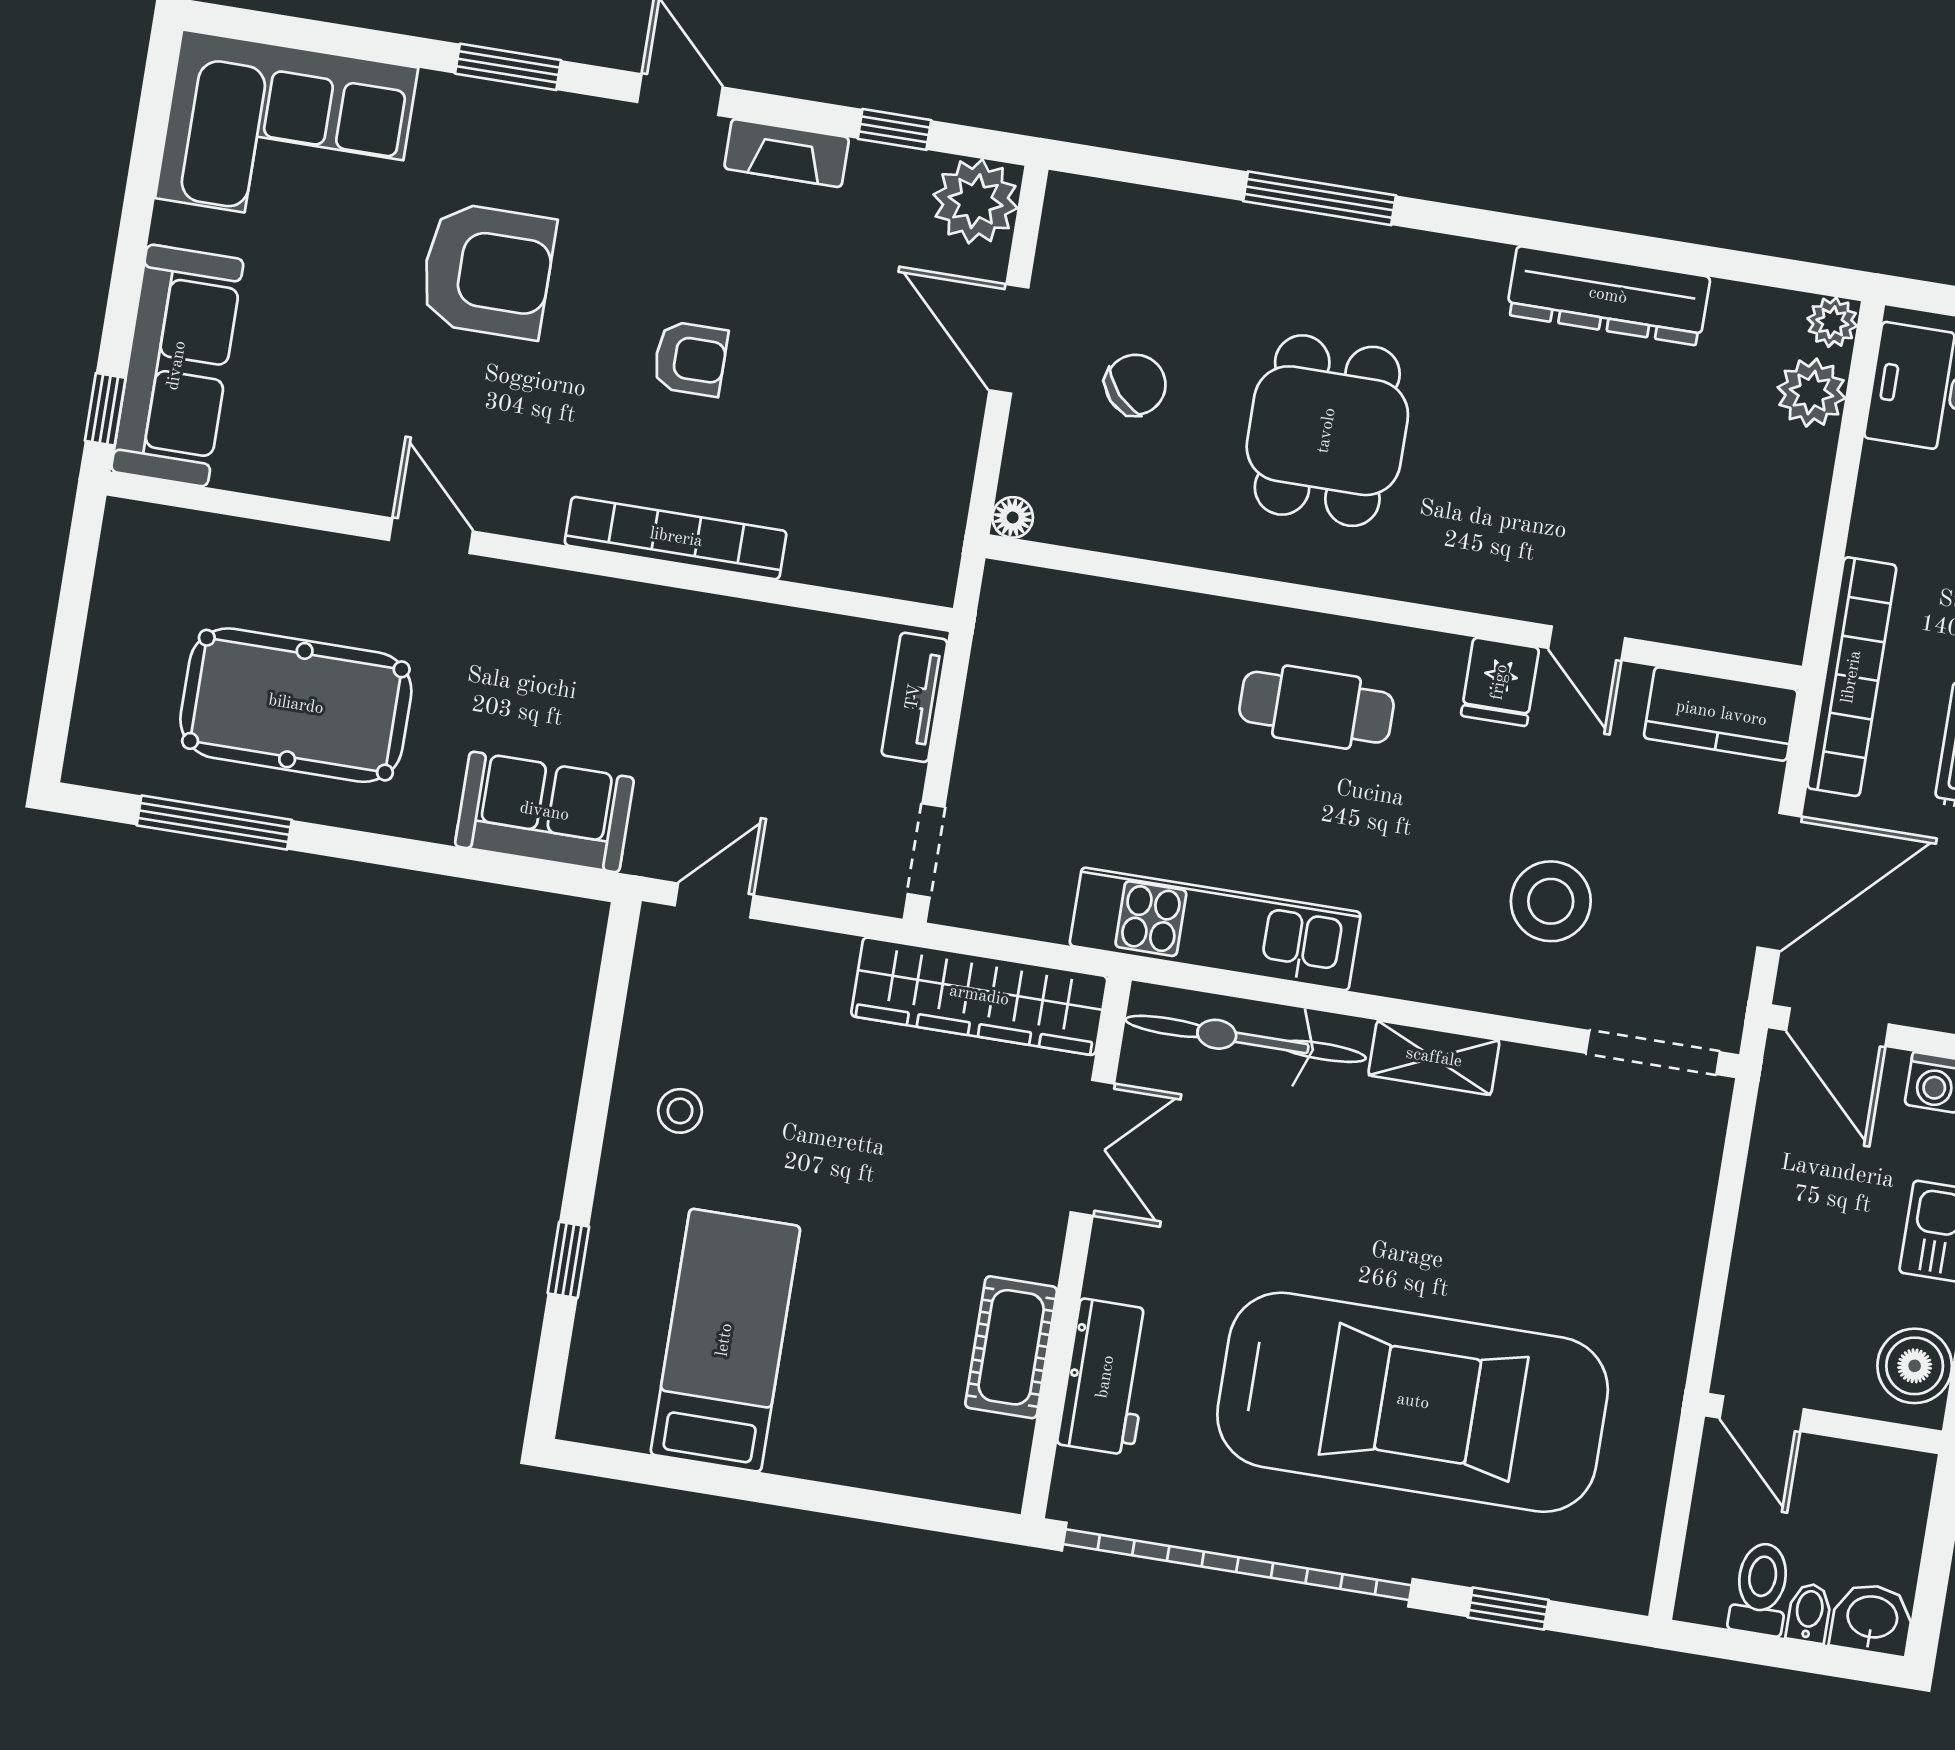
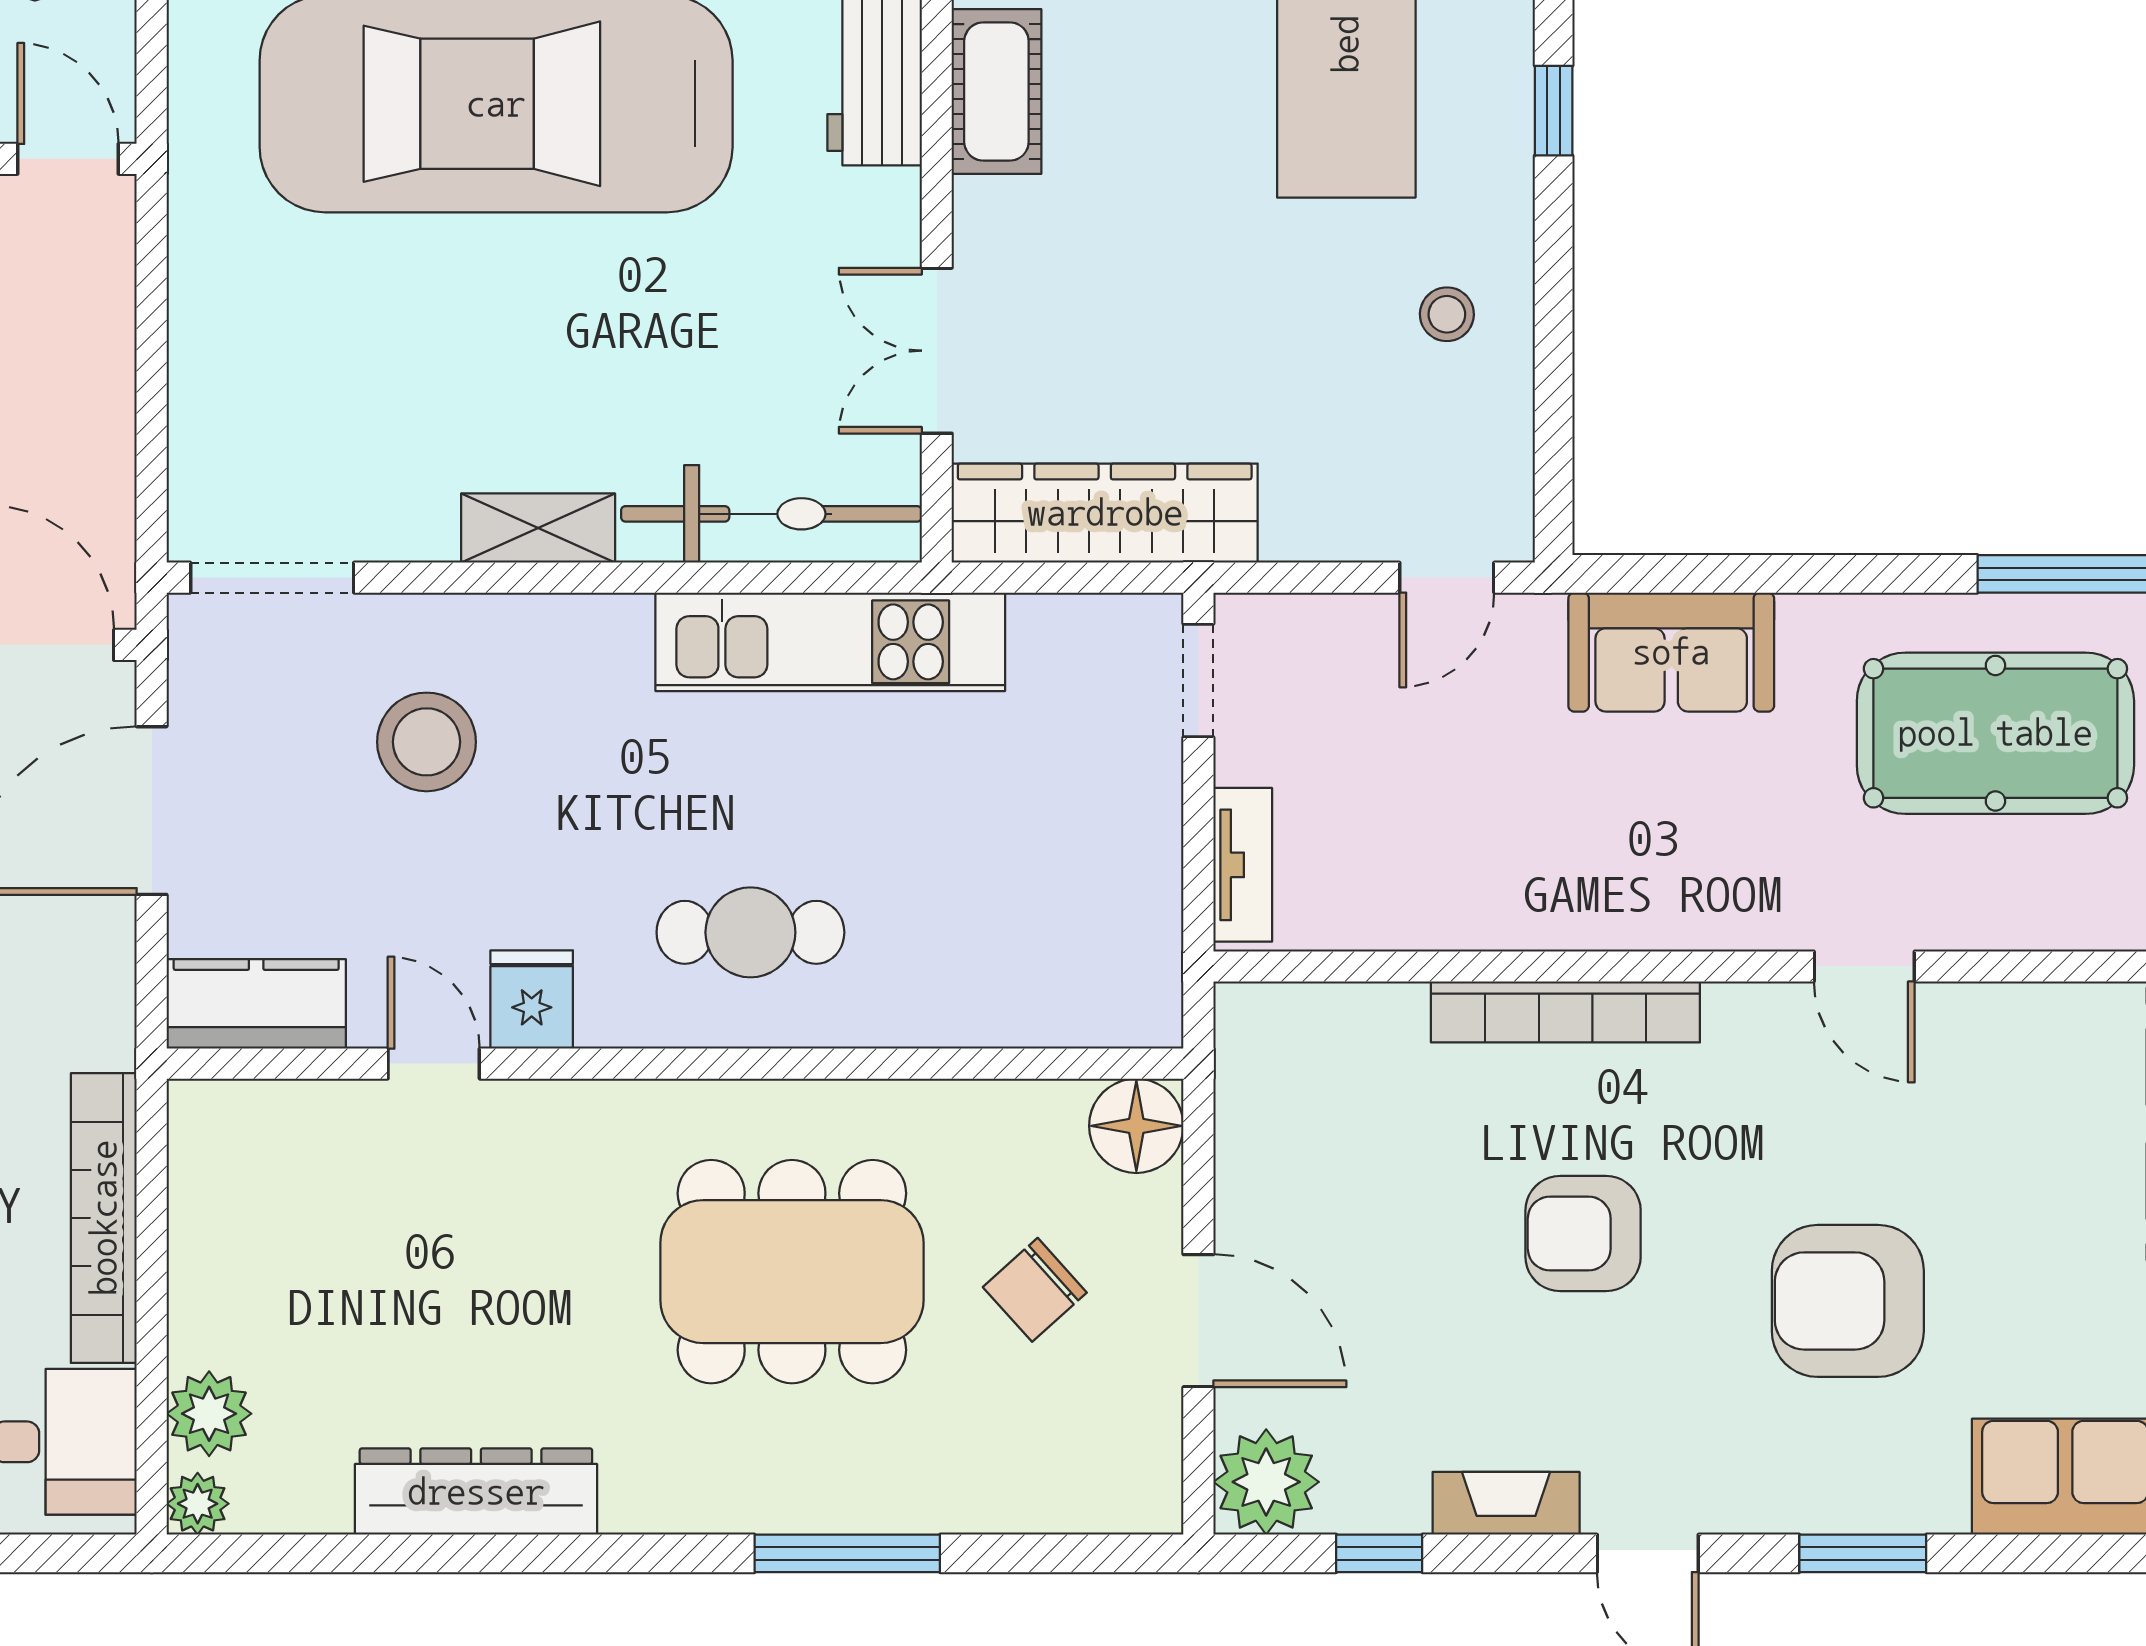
armchair: (690, 359) -> (1583, 1234), width x1.38, depth x1.38
dining table: (1327, 431) -> (792, 1272), width x1.38
floor lamp: (1013, 517) -> (1136, 1126), width x1.89, depth x1.89
bookcase: (1852, 677) -> (104, 1218), moved

